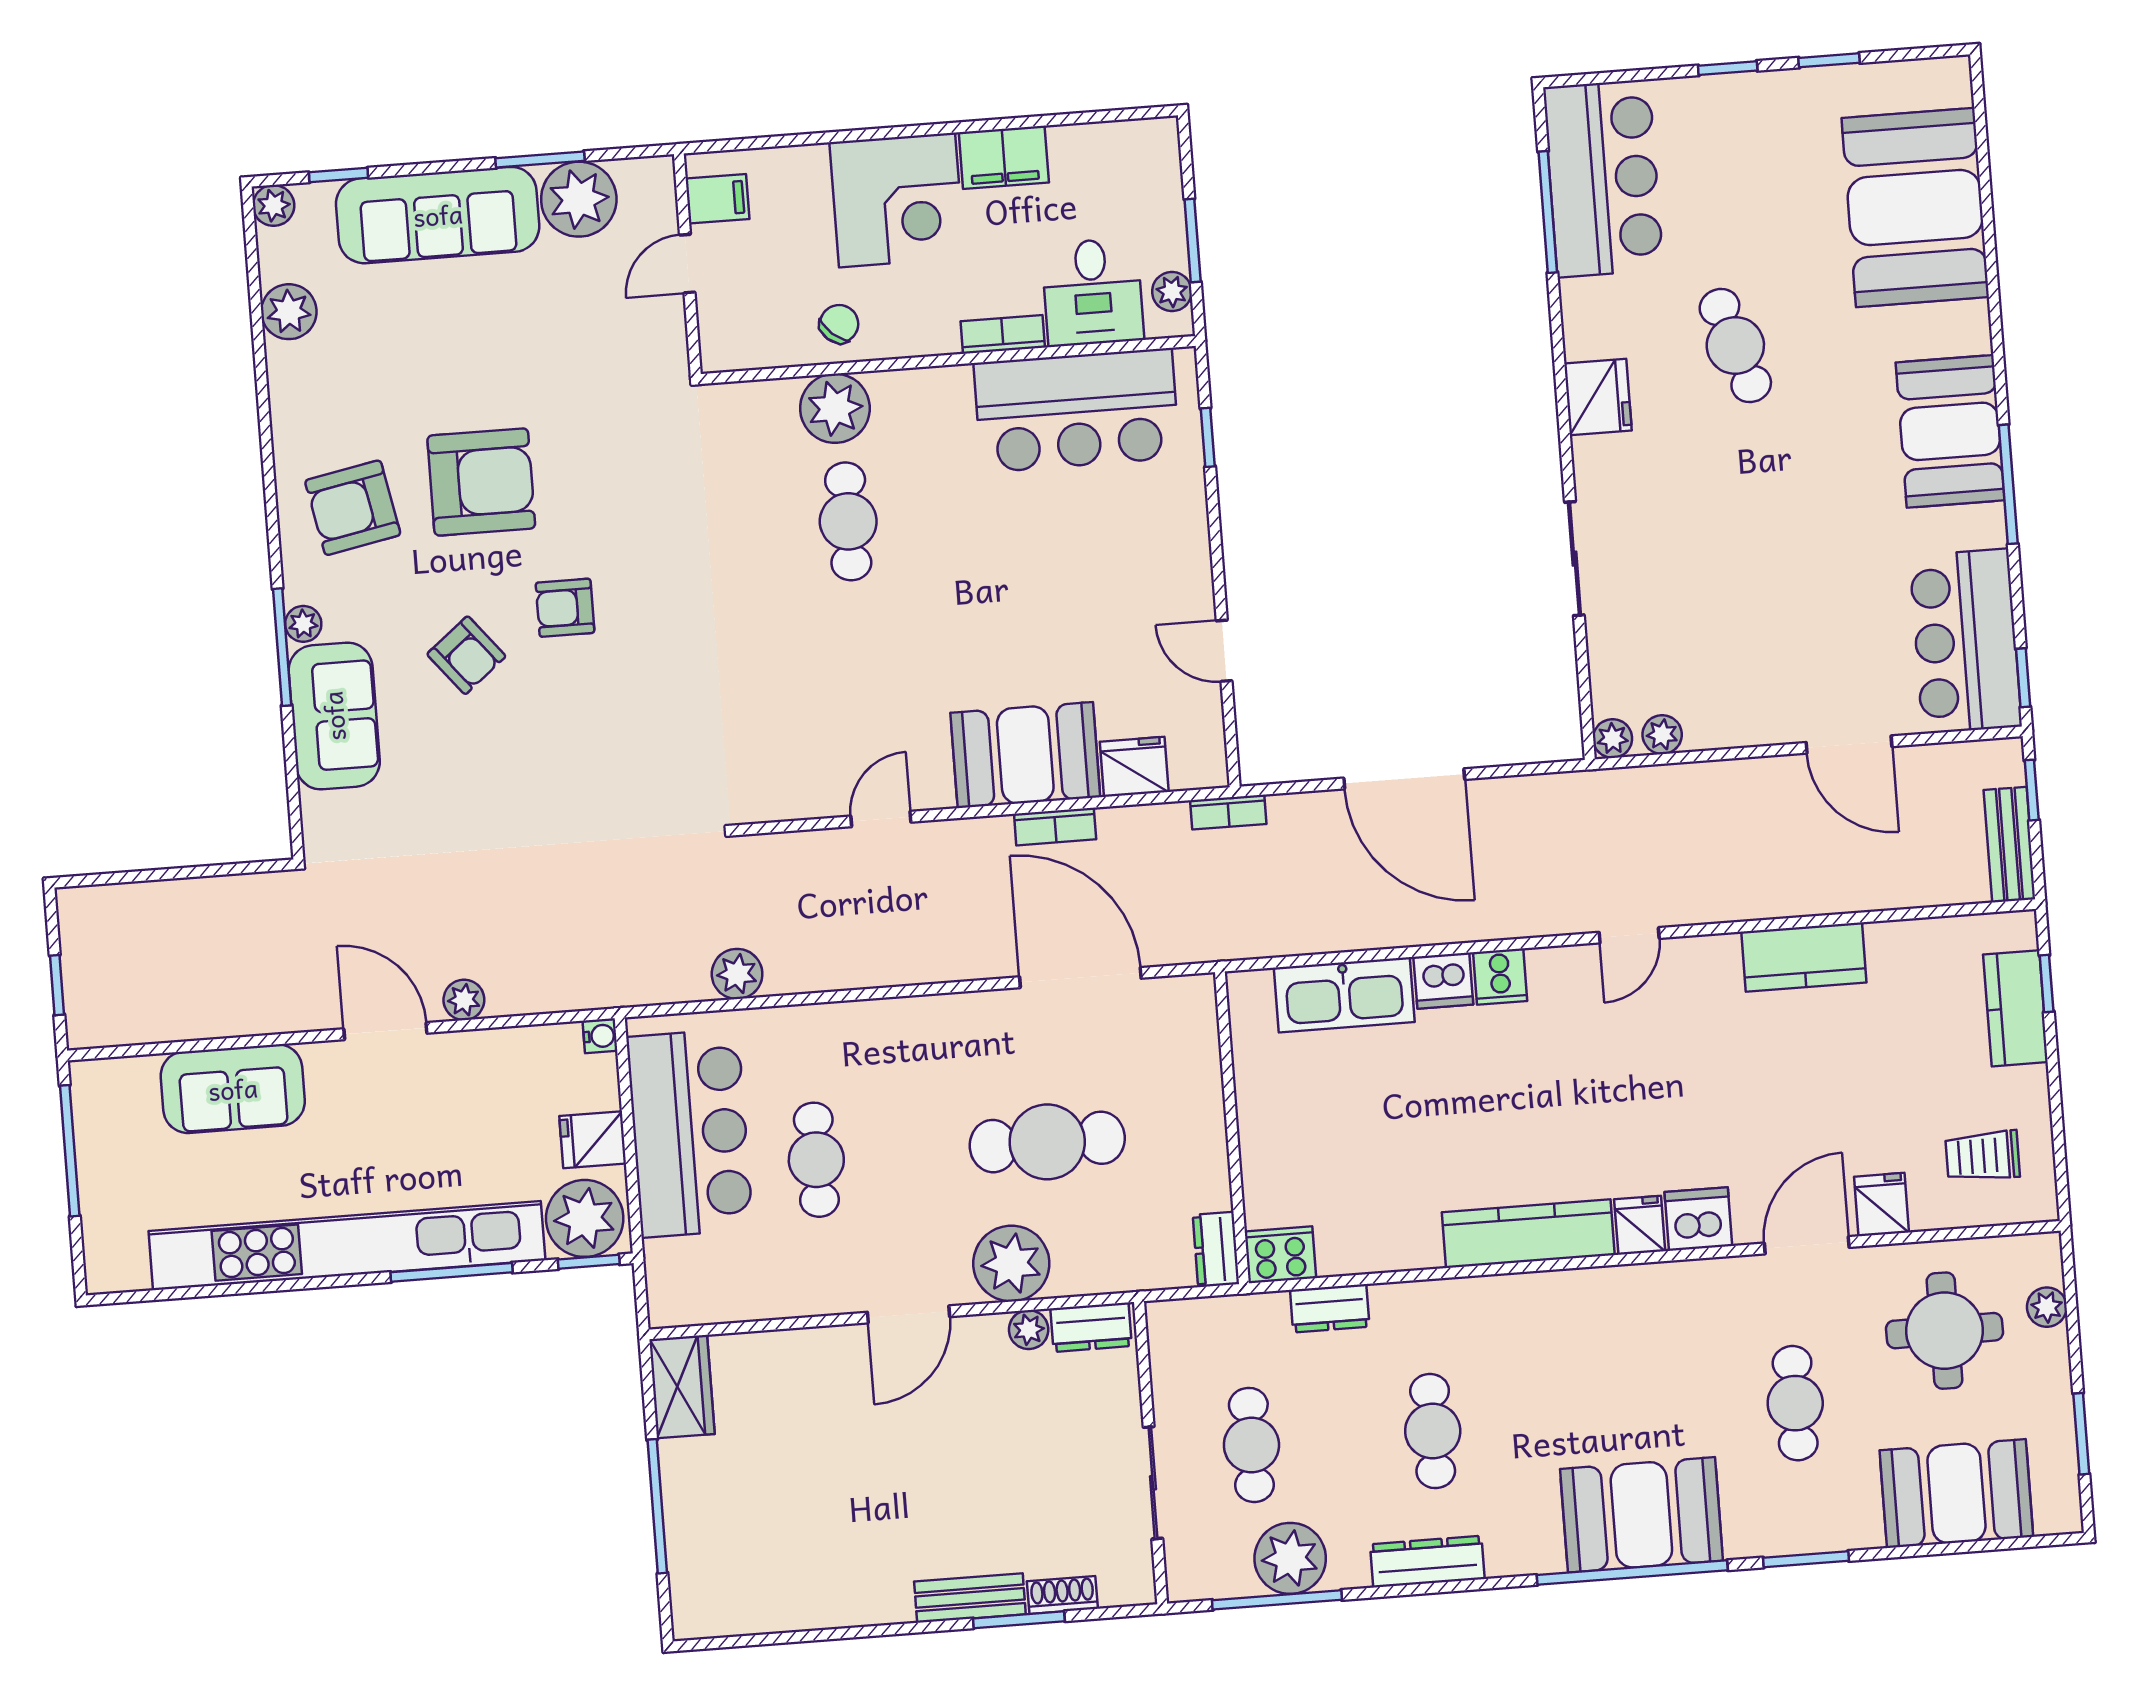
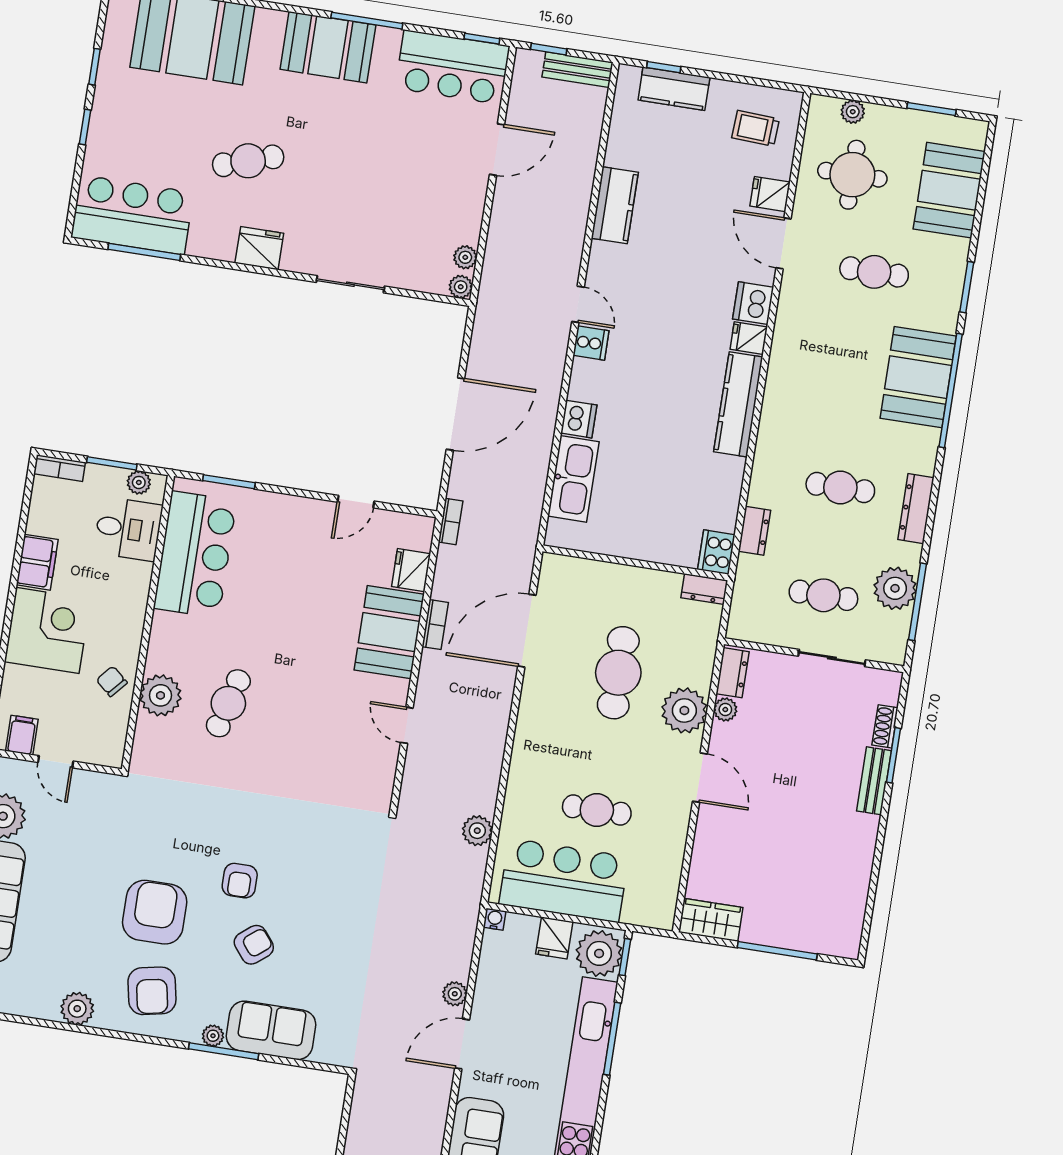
plant: (289, 312) -> (77, 1009), moved
bookcase: (1003, 334) -> (59, 468), moved, turned -90
window: (1208, 437) -> (229, 482), width x1.50
cafe table: (848, 521) -> (228, 703), turned -75
cooker: (1500, 977) -> (591, 343), moved
trolley: (1983, 1156) -> (756, 128), turned 93

